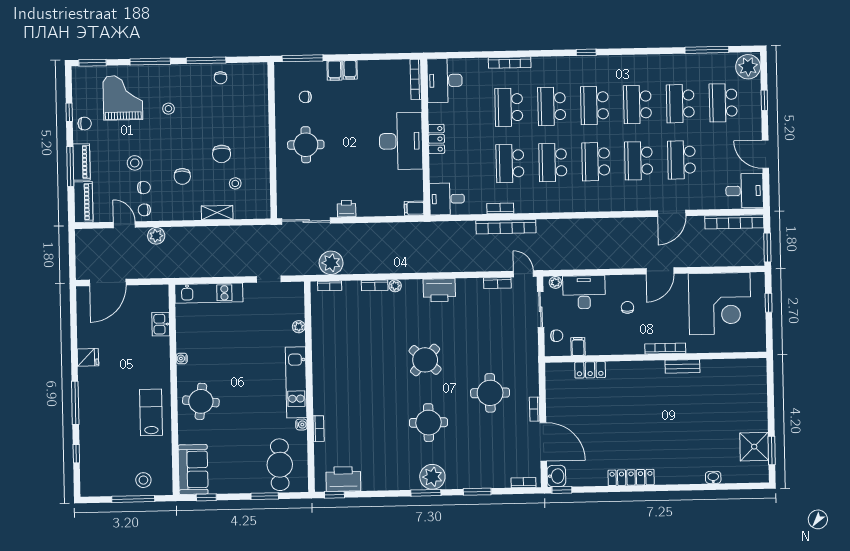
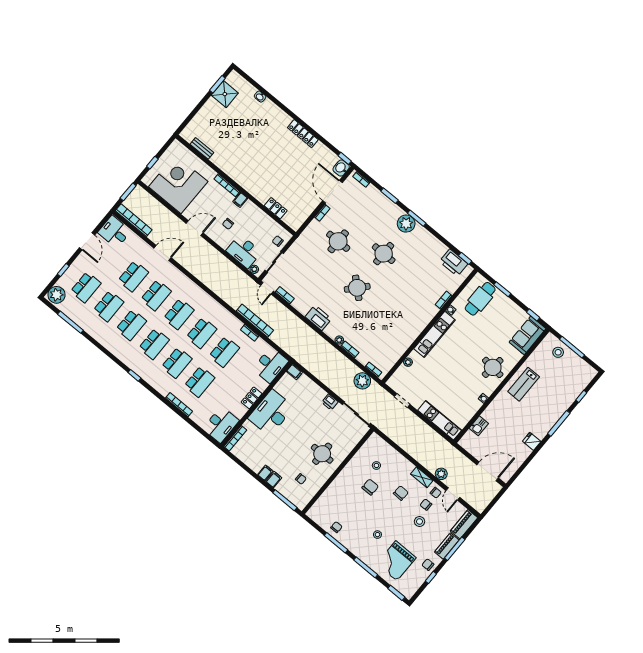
desk: (447, 199) -> (270, 365), width x1.37
shelving: (217, 213) -> (422, 477), moved
filing cabinet: (578, 347) -> (240, 200), moved
bench: (682, 366) -> (202, 148), moved

